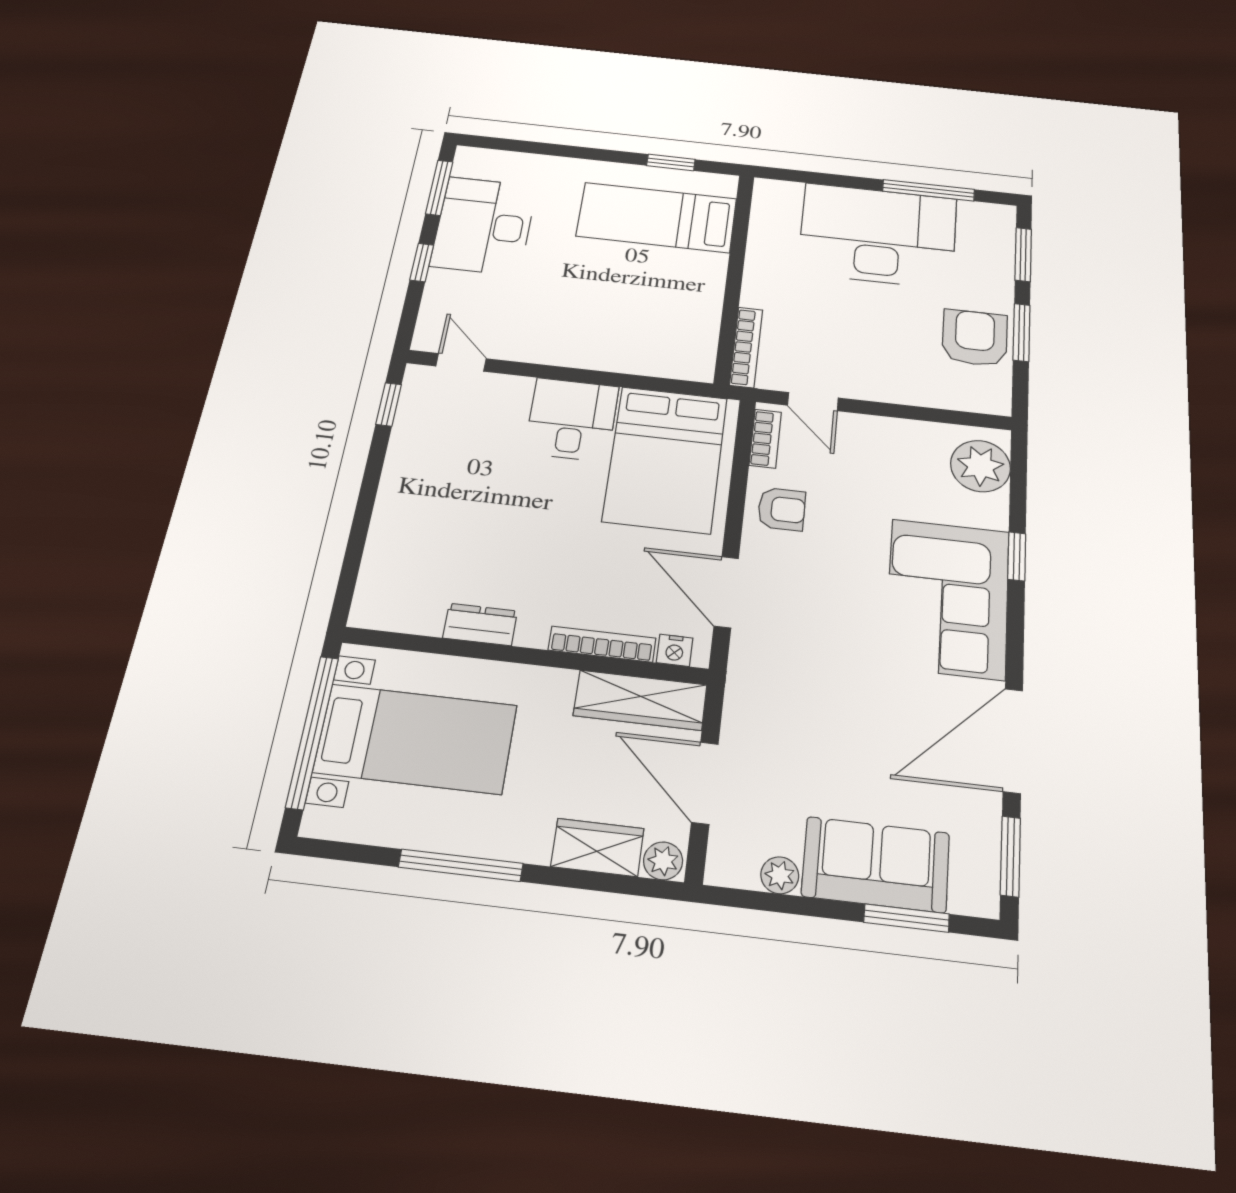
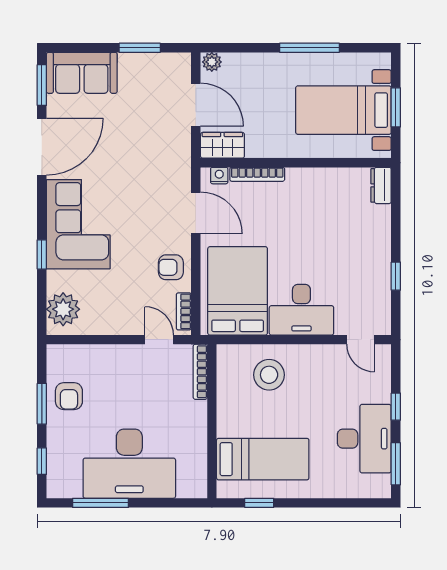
window: (1023, 255) -> (42, 461), width x0.67
stool: (628, 330) -> (269, 375), added
armchair: (975, 338) -> (69, 396), width x0.72, depth x0.72
window: (389, 404) -> (396, 276), moved
desk: (572, 420) -> (301, 310), width x1.37
dresser: (480, 624) -> (381, 185), moved, turned 90
wardrobe: (640, 700) -> (222, 145), width x0.67
window: (312, 732) -> (396, 107), width x0.47
wardrobe: (597, 847) -> (245, 65), removed
sofa: (876, 864) -> (82, 73), moved
plant: (780, 875) -> (154, 62), removed
window: (907, 918) -> (140, 48), moved

